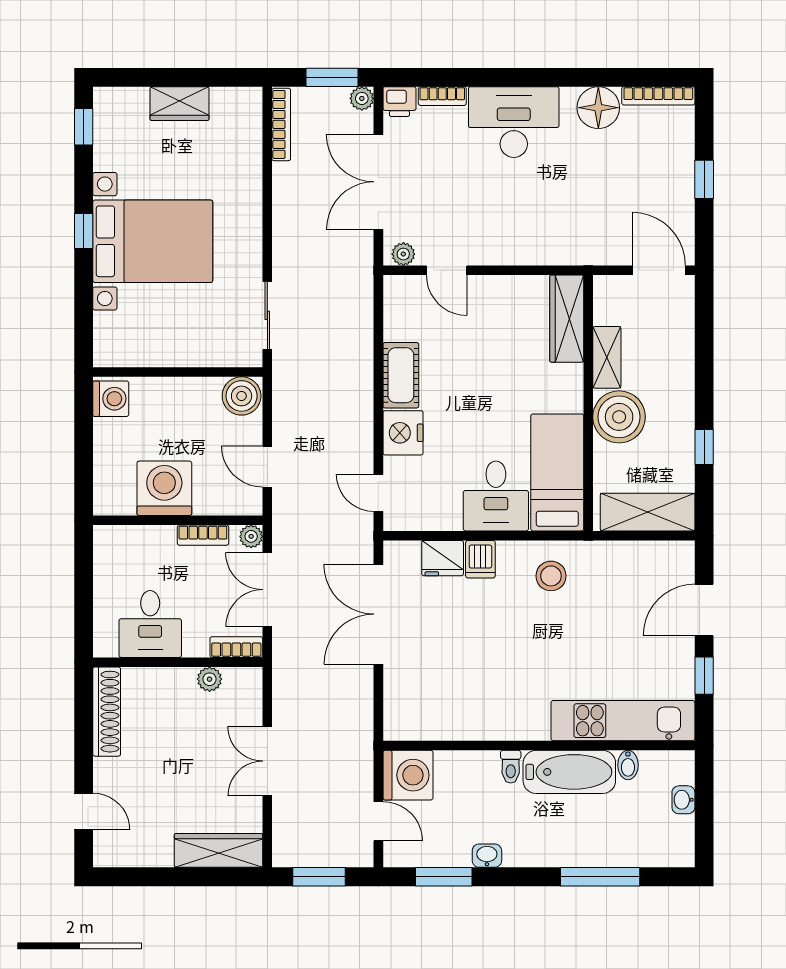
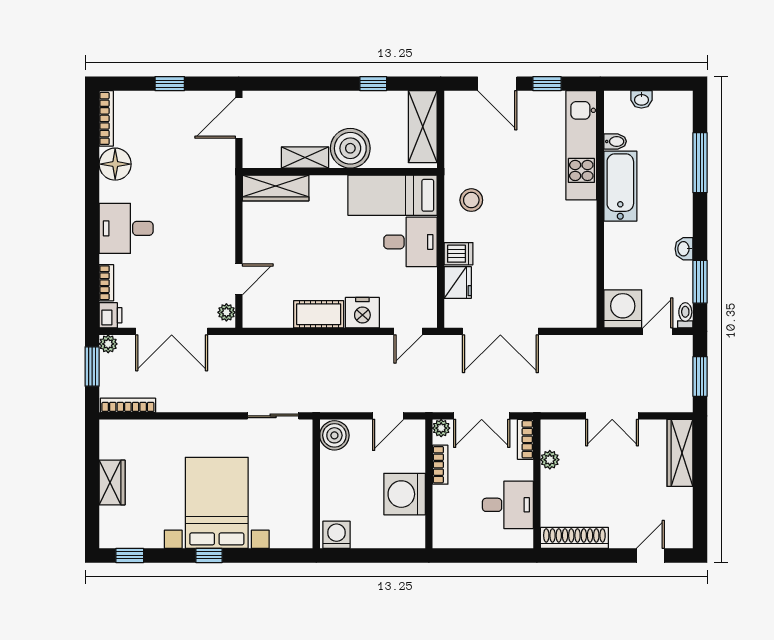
desk: (514, 122) -> (126, 228), width x0.73
toilet: (511, 767) -> (685, 315), moved, turned -90

